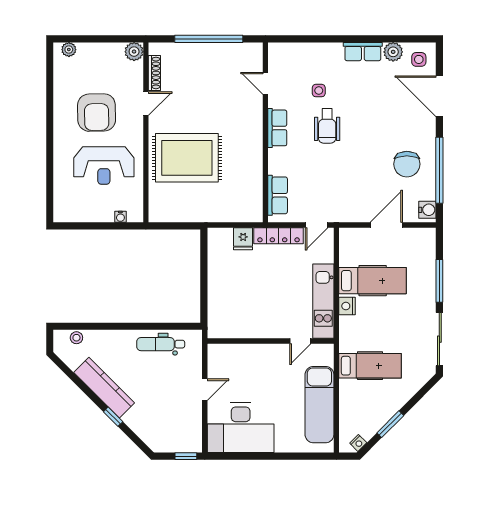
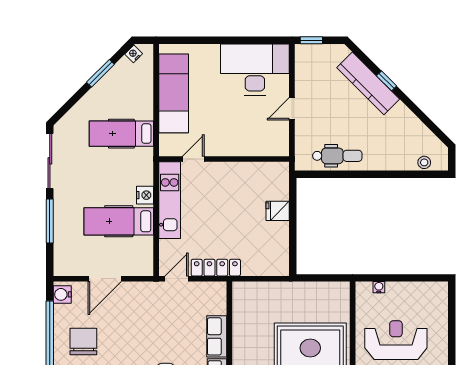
row of seats: (278, 195) -> (217, 336), moved
fridge: (243, 239) -> (278, 211), moved, turned -90
kitchen counter: (104, 388) -> (368, 83), moved

